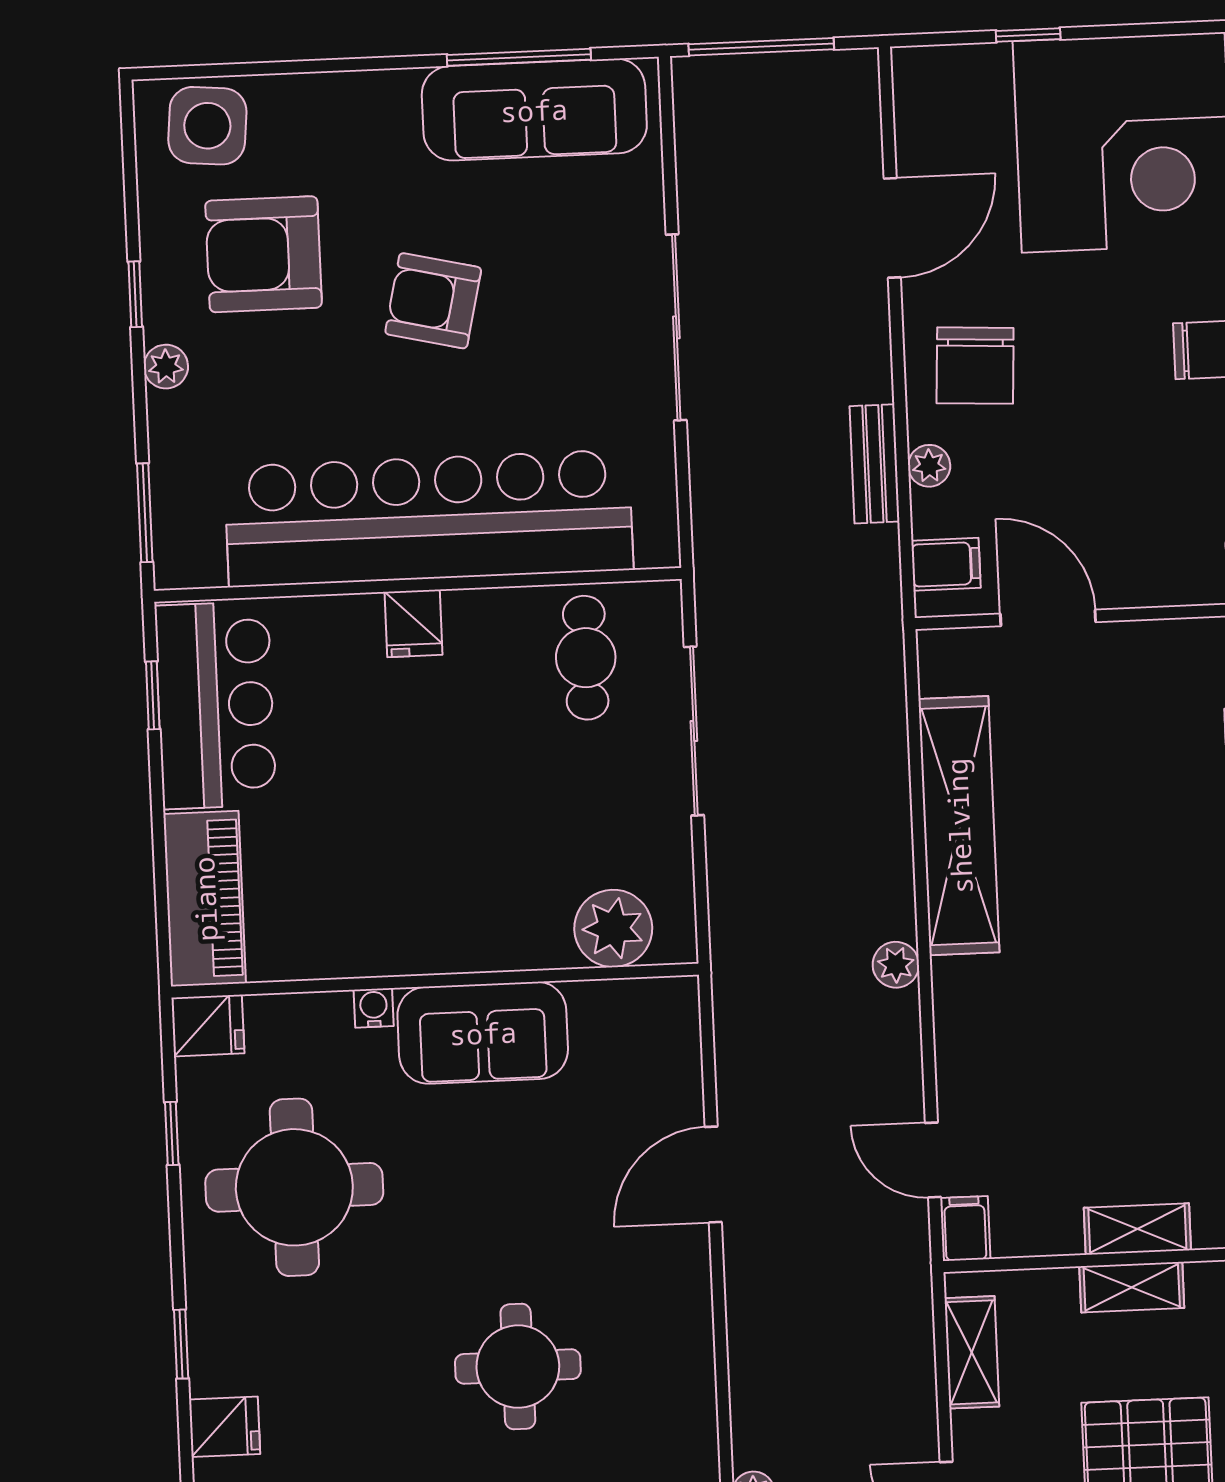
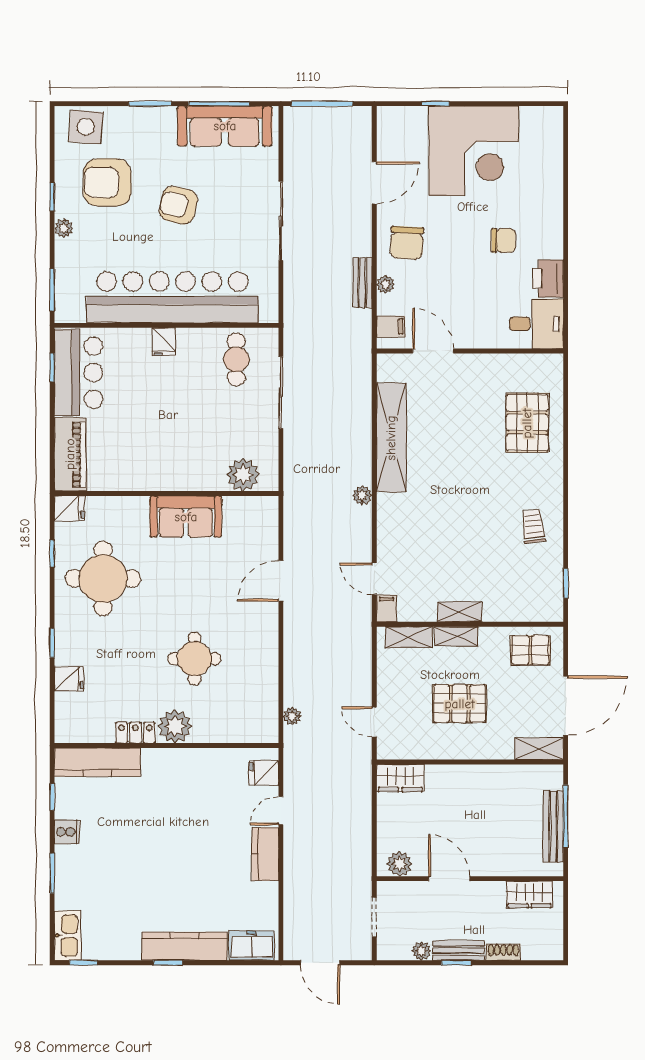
window: (356, 64) -> (150, 104), added
water cooler: (374, 1008) -> (140, 504), removed
shelving: (972, 1352) -> (409, 637), moved, turned 90

